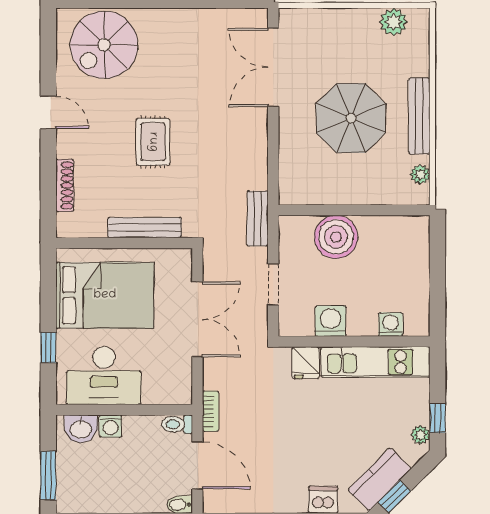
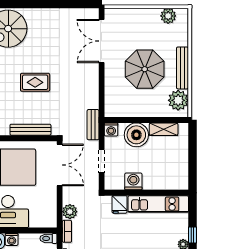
rug: (153, 142) -> (35, 82), turned 90
plant: (420, 174) -> (178, 100), width x1.87, depth x1.87
shelving: (385, 227) -> (164, 129), added
double door: (197, 319) -> (60, 165), moved
washing machine: (391, 324) -> (111, 129), moved, turned 180
plant: (216, 376) -> (70, 212), added

